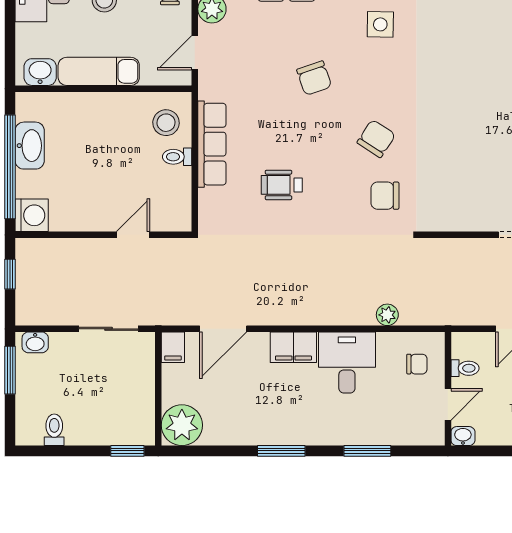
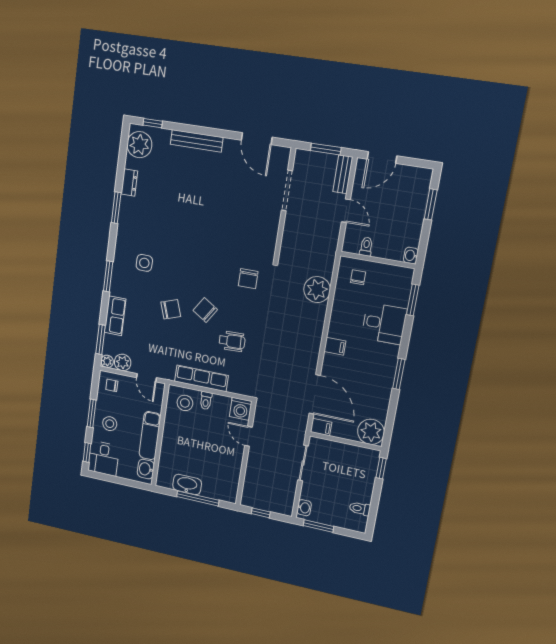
chair: (376, 139) -> (205, 310), moved
window: (10, 167) -> (198, 498), width x0.68
wheelchair: (282, 185) -> (232, 341), turned -92
washing machine: (32, 215) -> (241, 409), moved, turned 180
plant: (387, 315) -> (317, 290), width x1.88, depth x1.88
door: (223, 329) -> (315, 394), width x1.36
filing cabinet: (293, 347) -> (335, 346), width x0.50
desk: (347, 362) -> (384, 323), moved, turned 180
door: (448, 404) -> (388, 262), removed
window: (367, 451) -> (413, 300), moved

